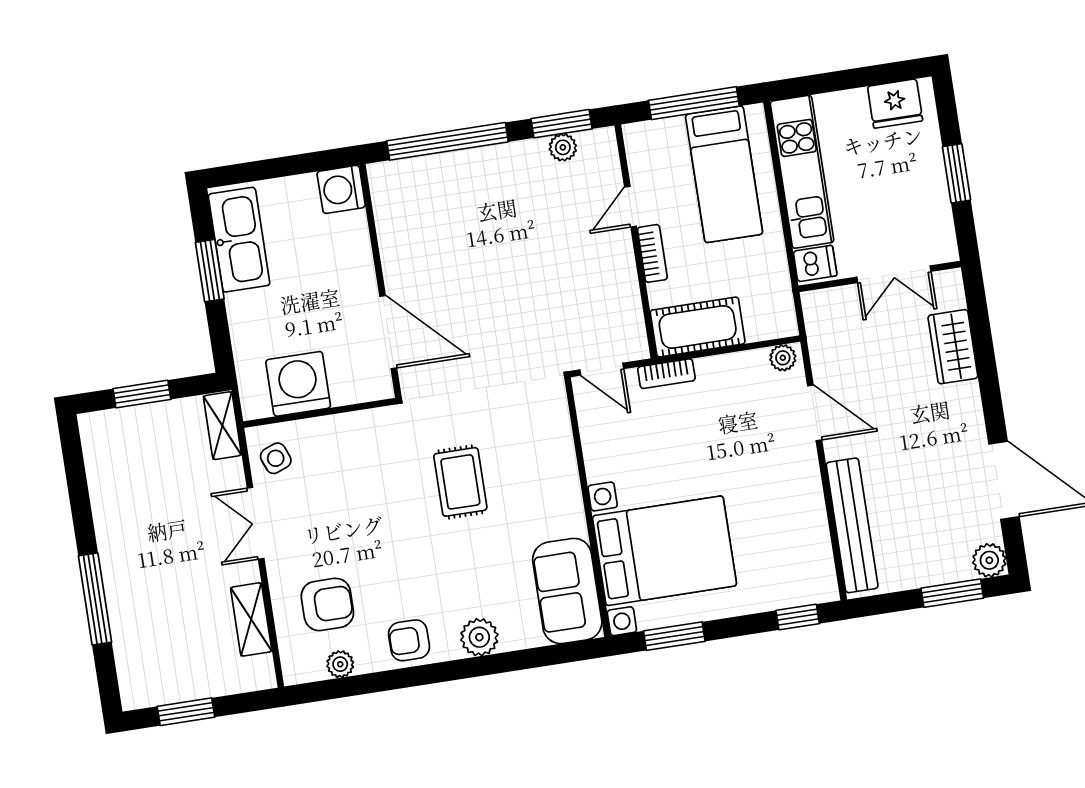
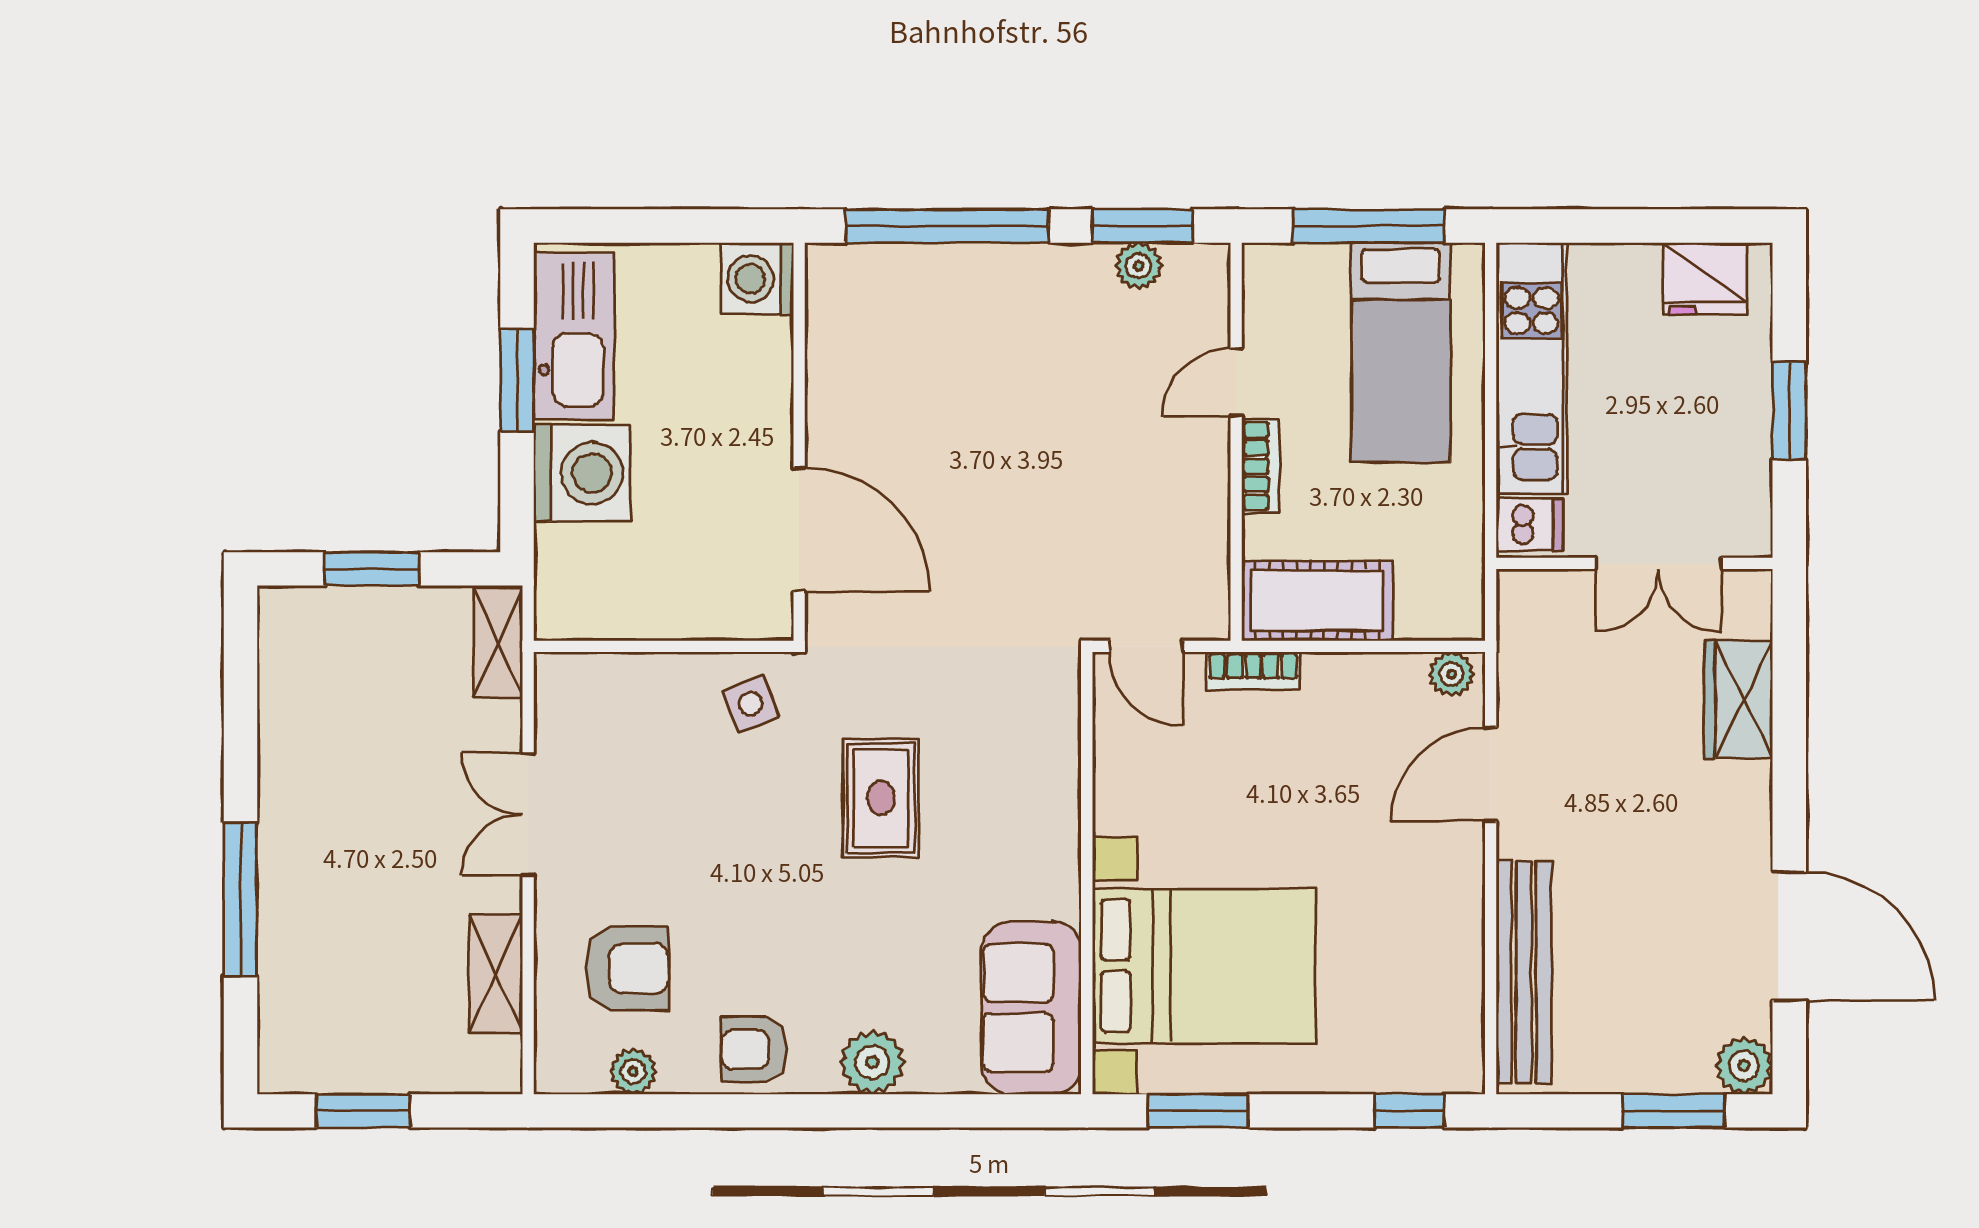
washing machine: (298, 384) -> (582, 473), moved, turned 90
door: (815, 413) -> (1491, 774), swing flipped
side table: (276, 458) -> (750, 704), moved

